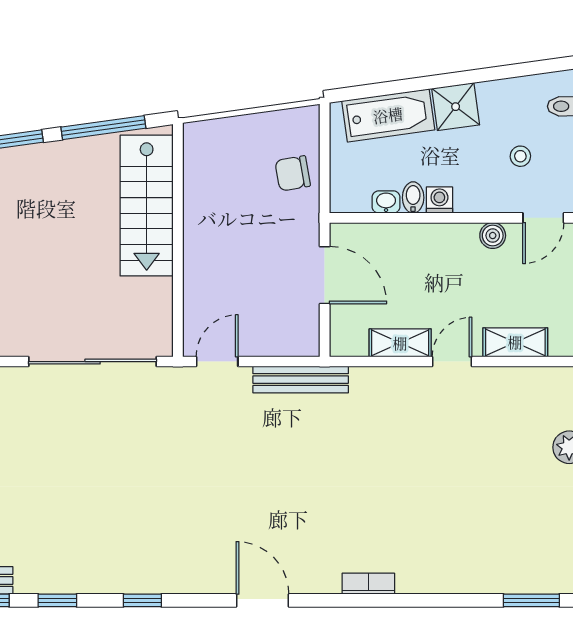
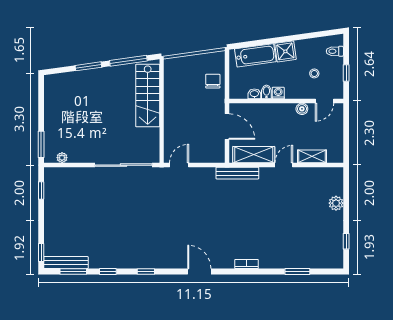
chair: (293, 173) -> (213, 81), turned 100
shelving: (400, 343) -> (254, 155), width x1.50, depth x1.33
bench: (301, 380) -> (237, 173), moved
window: (531, 600) -> (297, 272), moved

